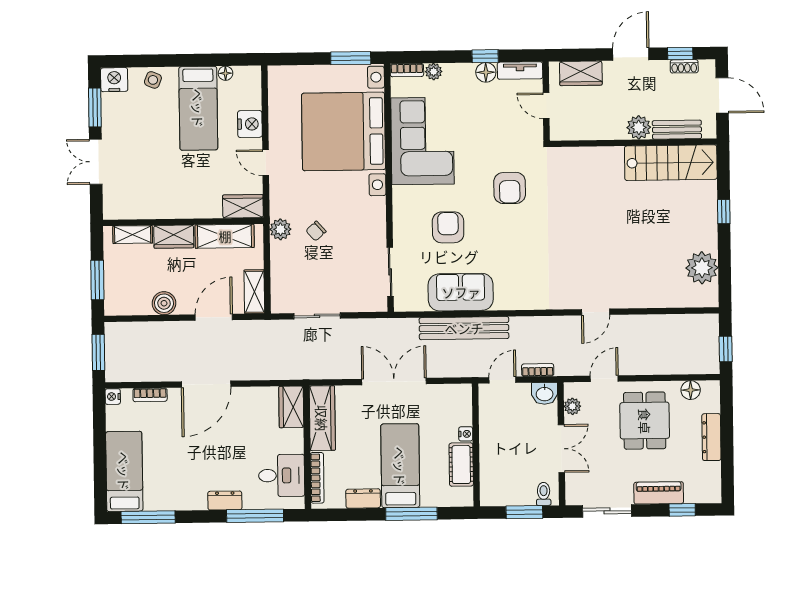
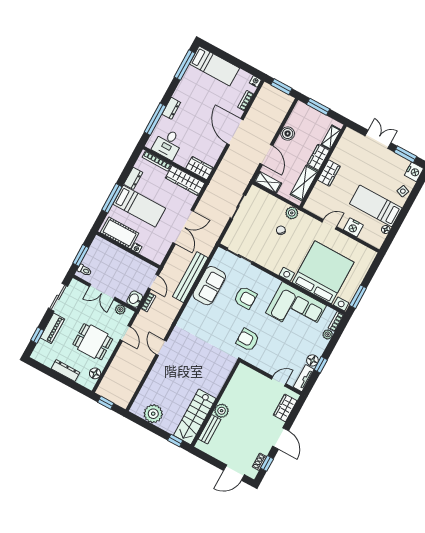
plant: (639, 127) -> (222, 411), moved
bench: (677, 130) -> (210, 429), moved
wall: (633, 143) -> (215, 404), moved
stairs: (671, 163) -> (195, 417), moved
wardrobe: (243, 206) -> (329, 173), moved
cot: (461, 465) -> (120, 233), width x1.37, depth x1.34

